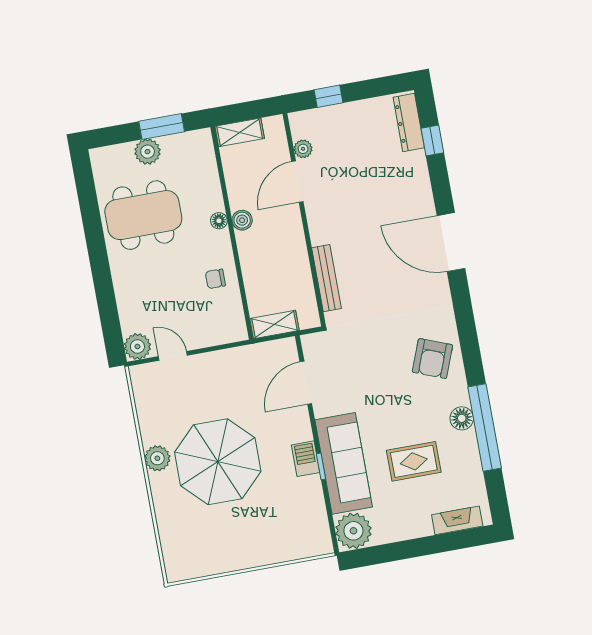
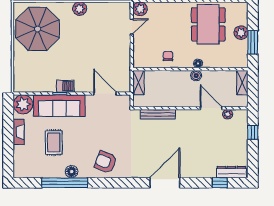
parasol: (218, 462) -> (38, 29), moved
fireplace: (457, 520) -> (19, 132), moved

